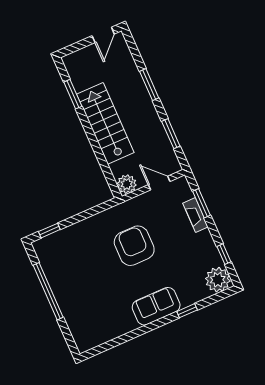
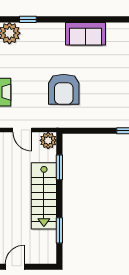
window: (102, 161) -> (59, 167), added
sofa: (156, 306) -> (85, 34), moved
window: (187, 311) -> (28, 19), moved

